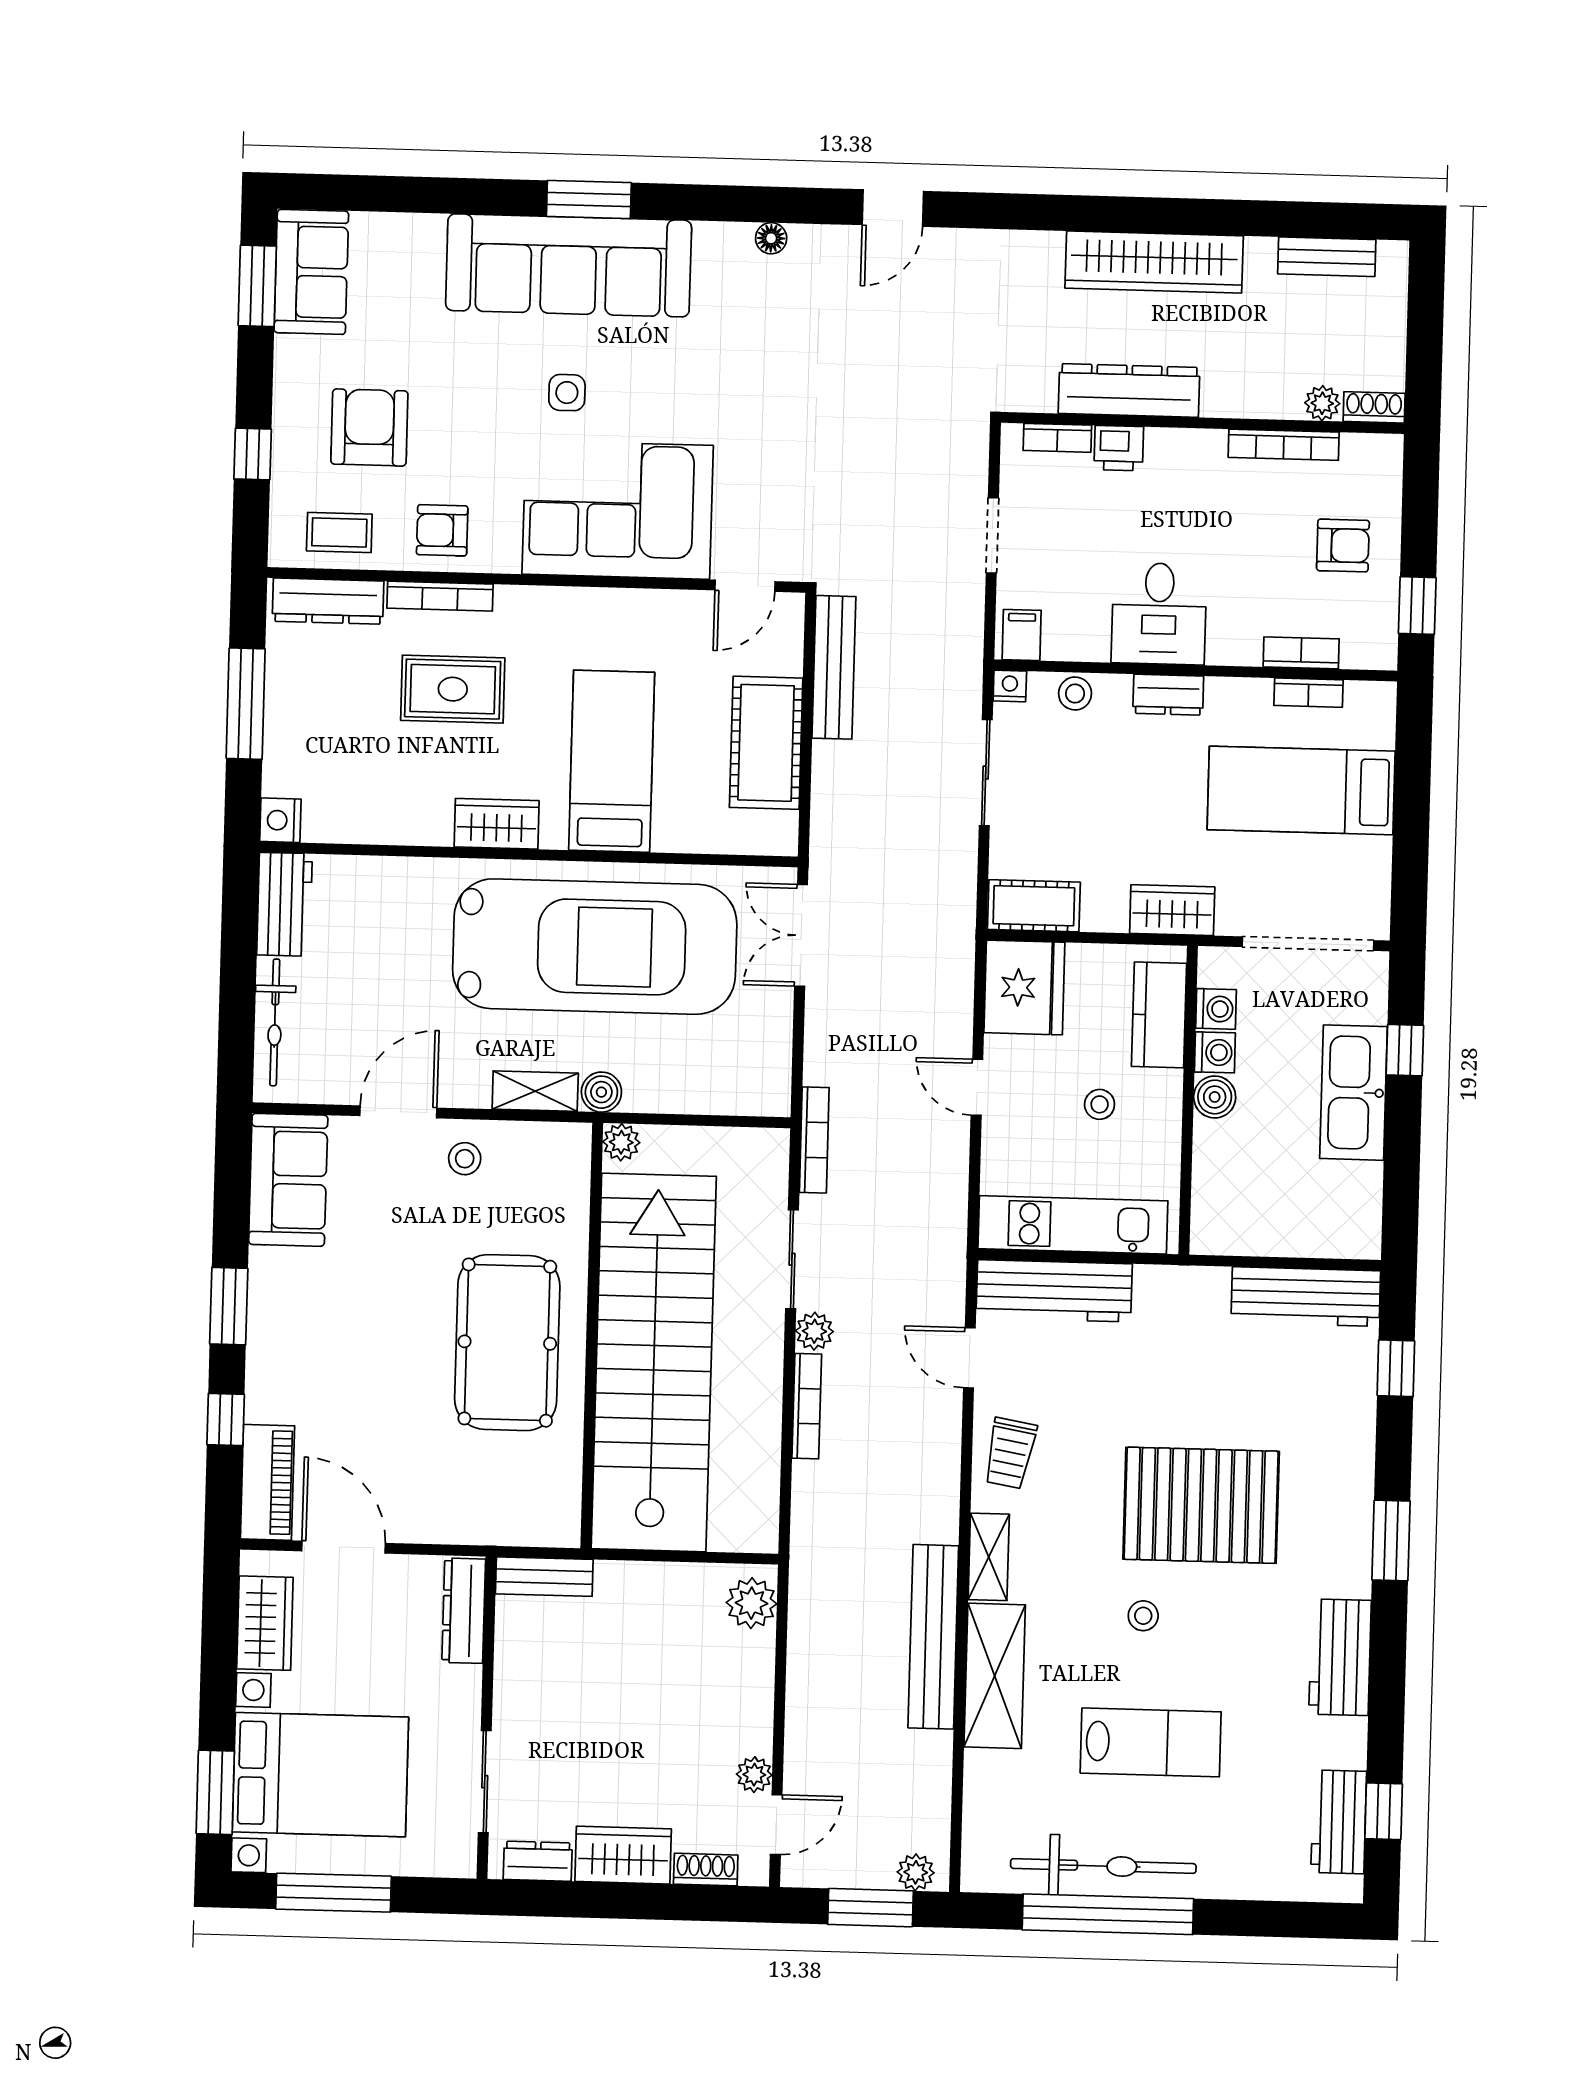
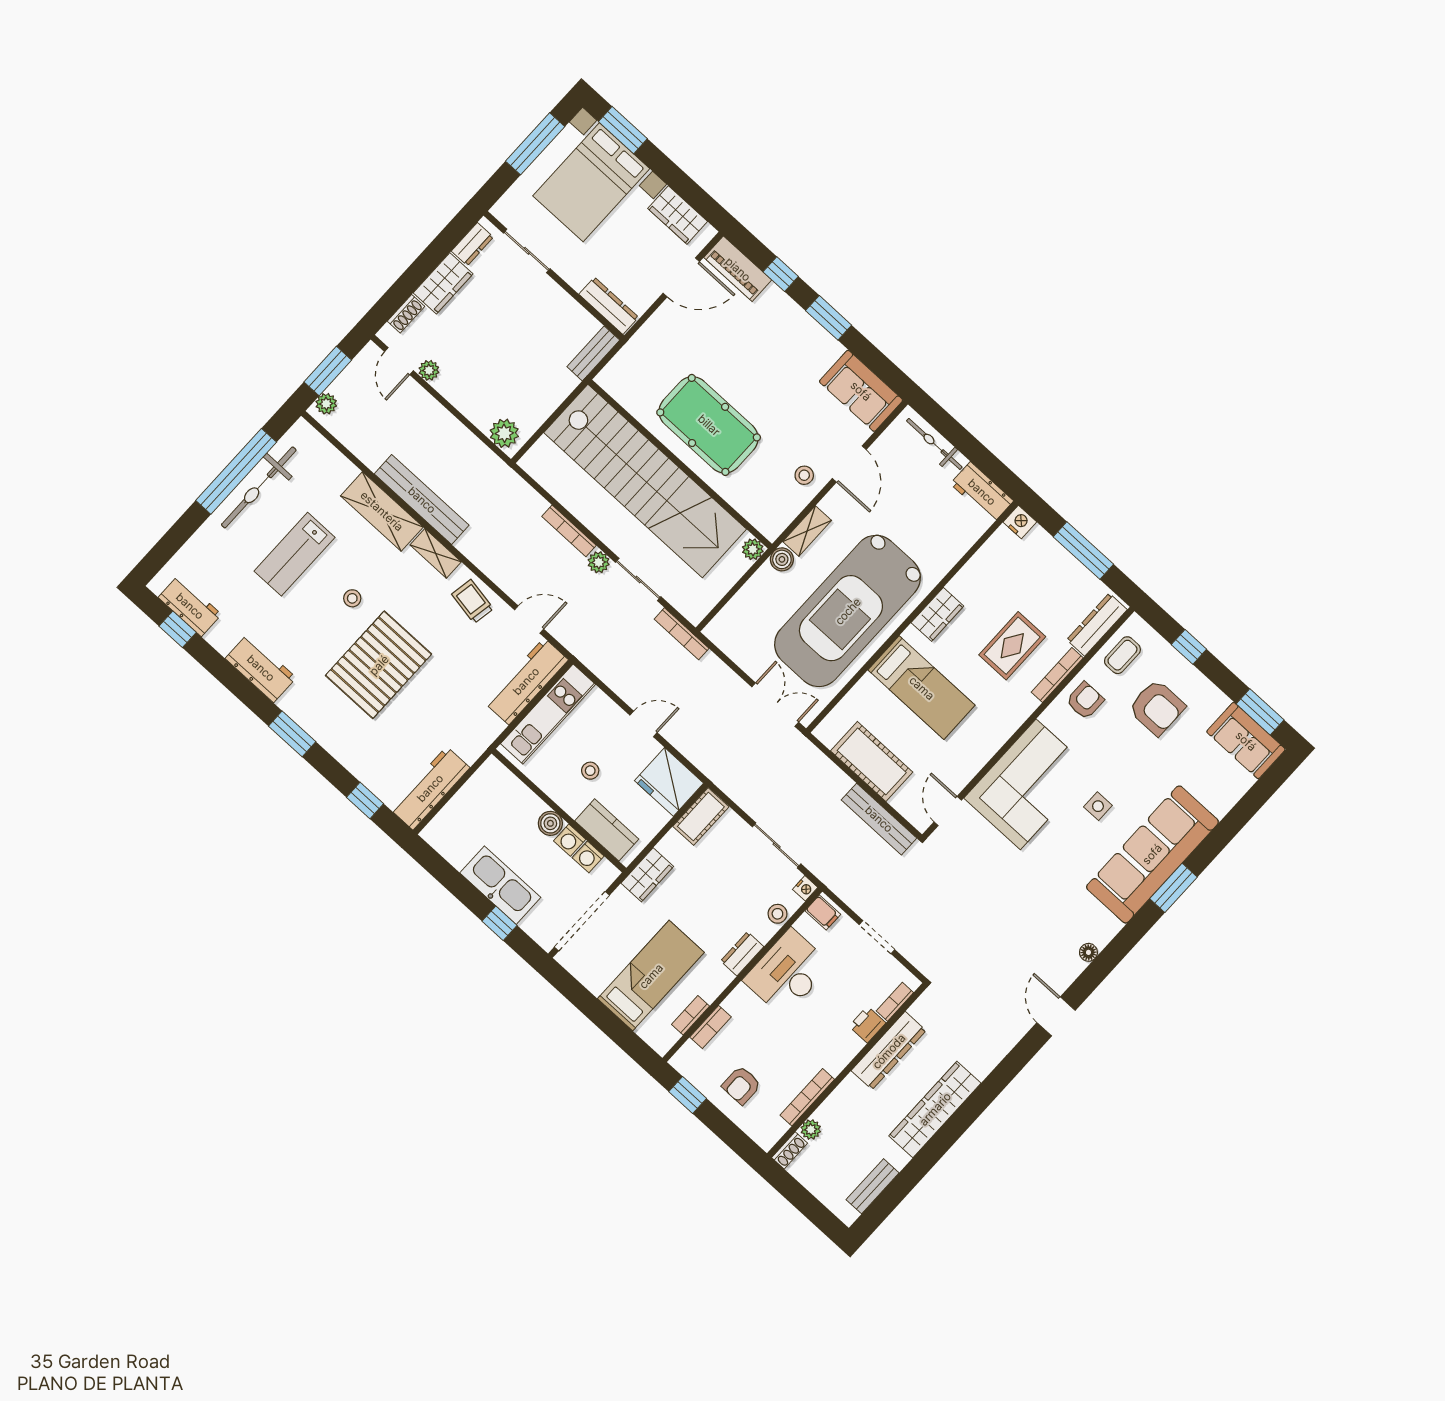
desk: (1159, 614) -> (787, 973), width x1.37

